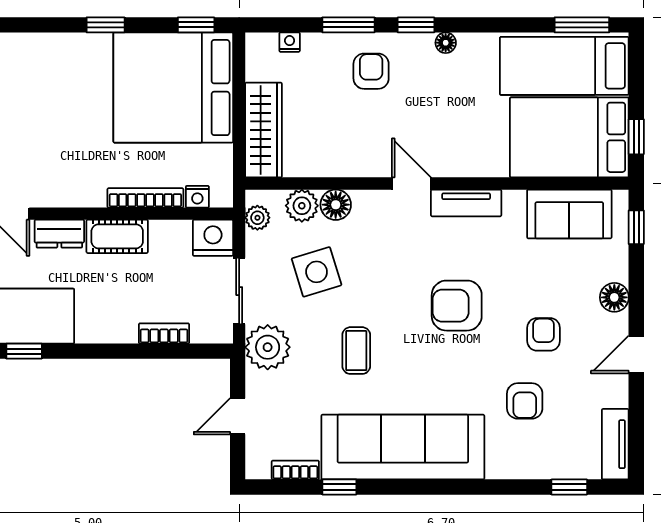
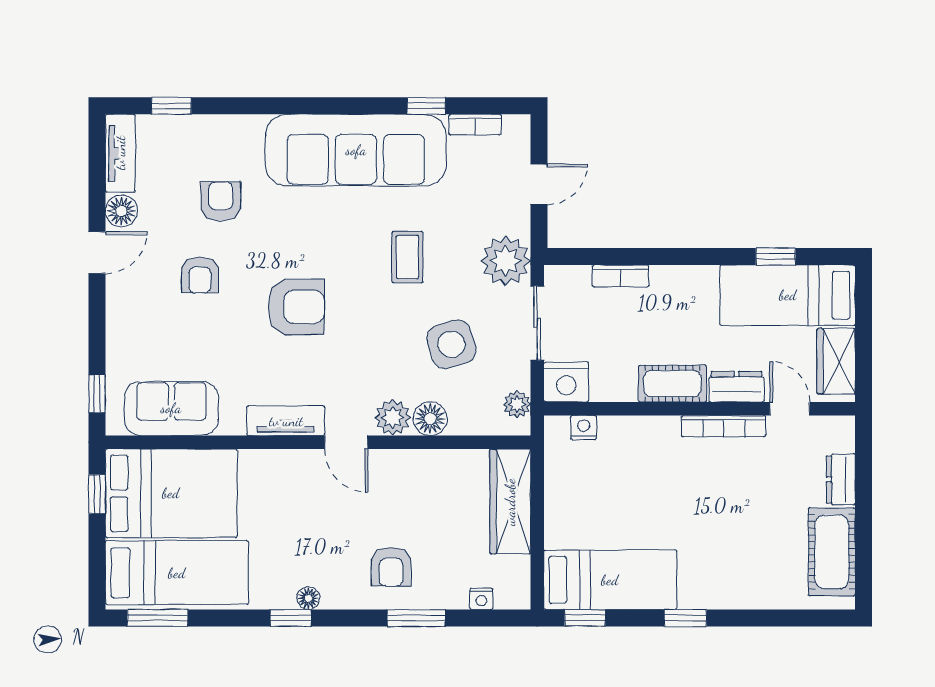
window: (416, 25) -> (291, 618), moved
bed: (173, 88) -> (610, 580), width x0.49
bookcase: (145, 198) -> (724, 426), moved
plant: (302, 206) -> (393, 418), moved
floor lamp: (614, 297) -> (121, 211), moved

